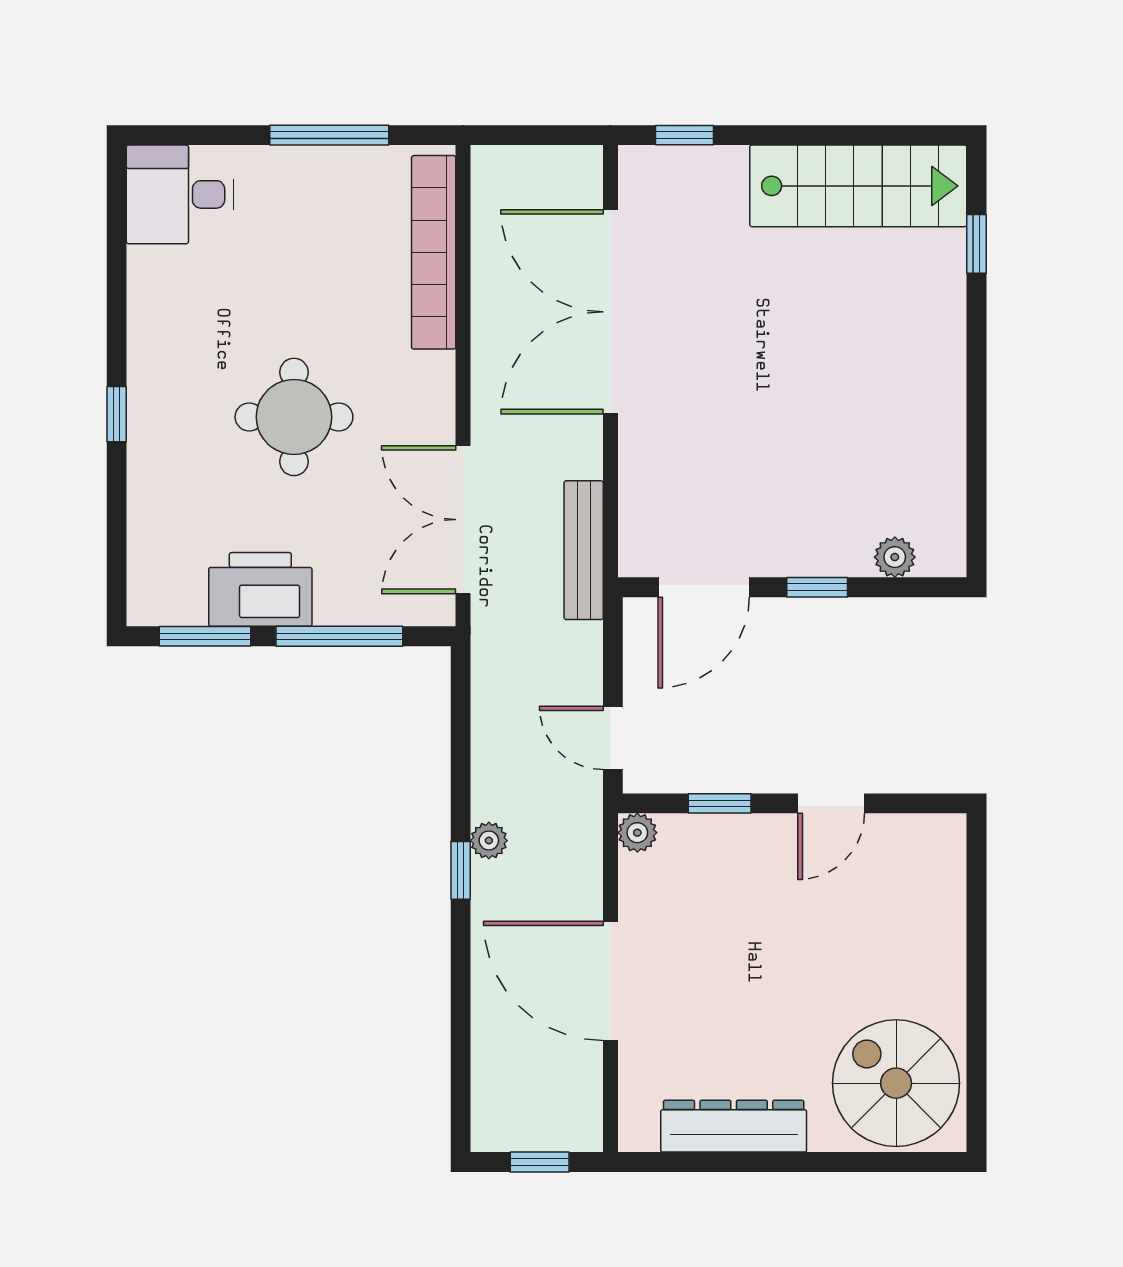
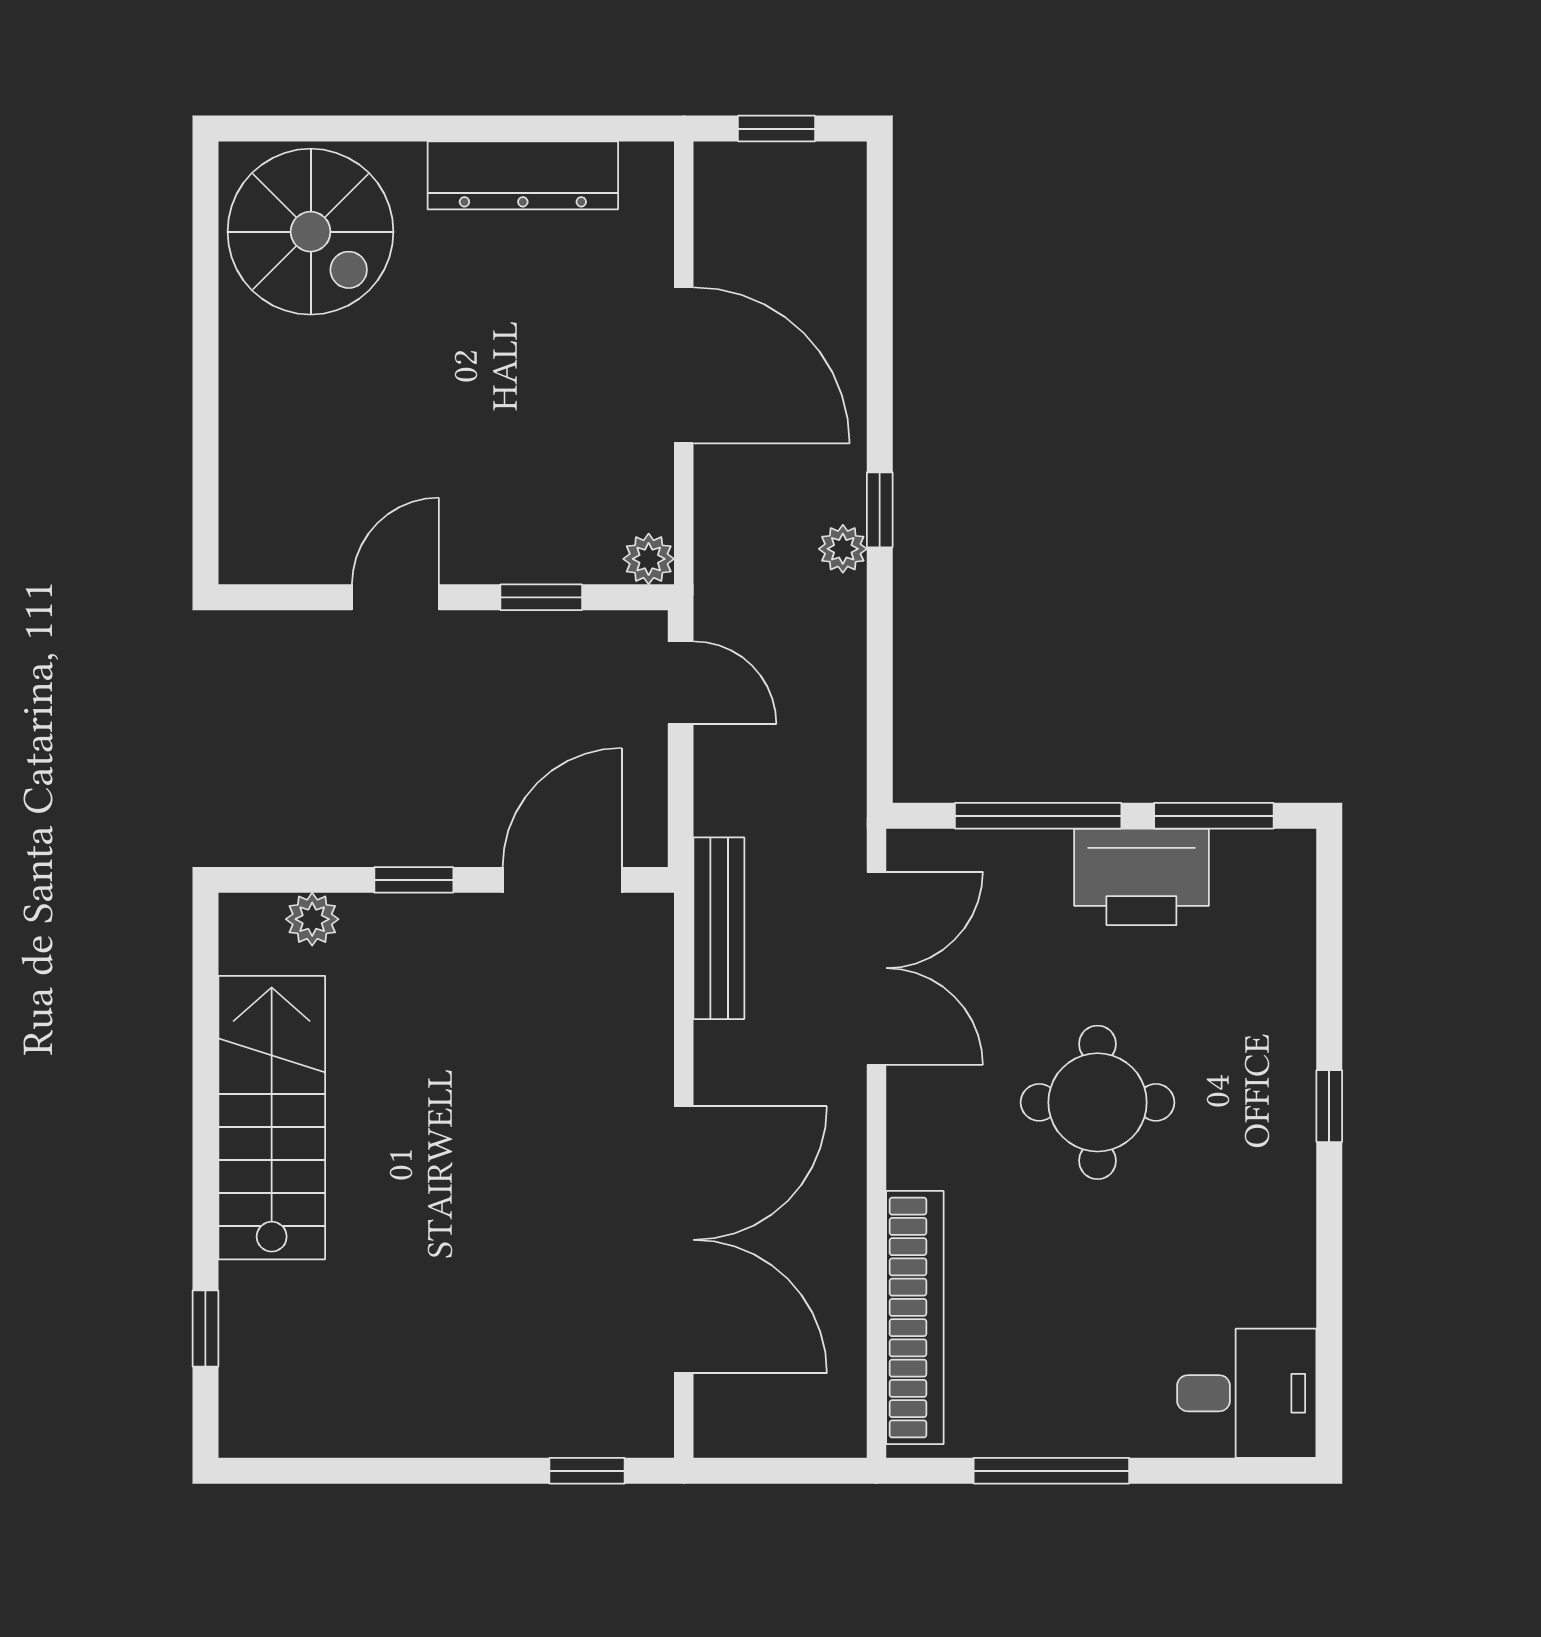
stairs: (858, 186) -> (272, 1118), moved, turned 90

